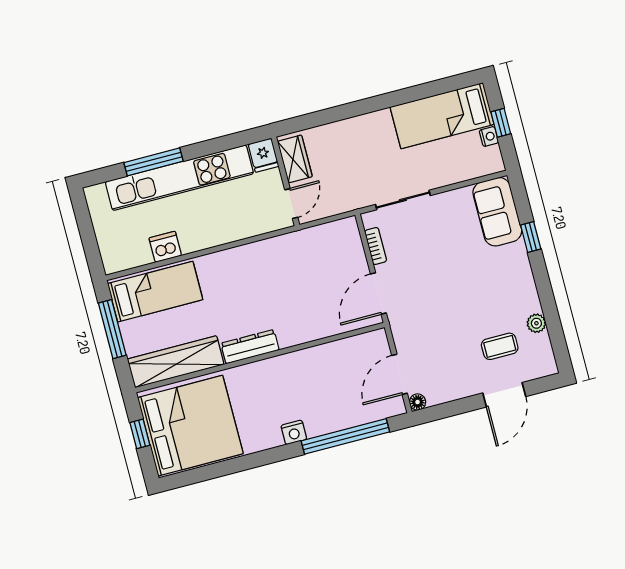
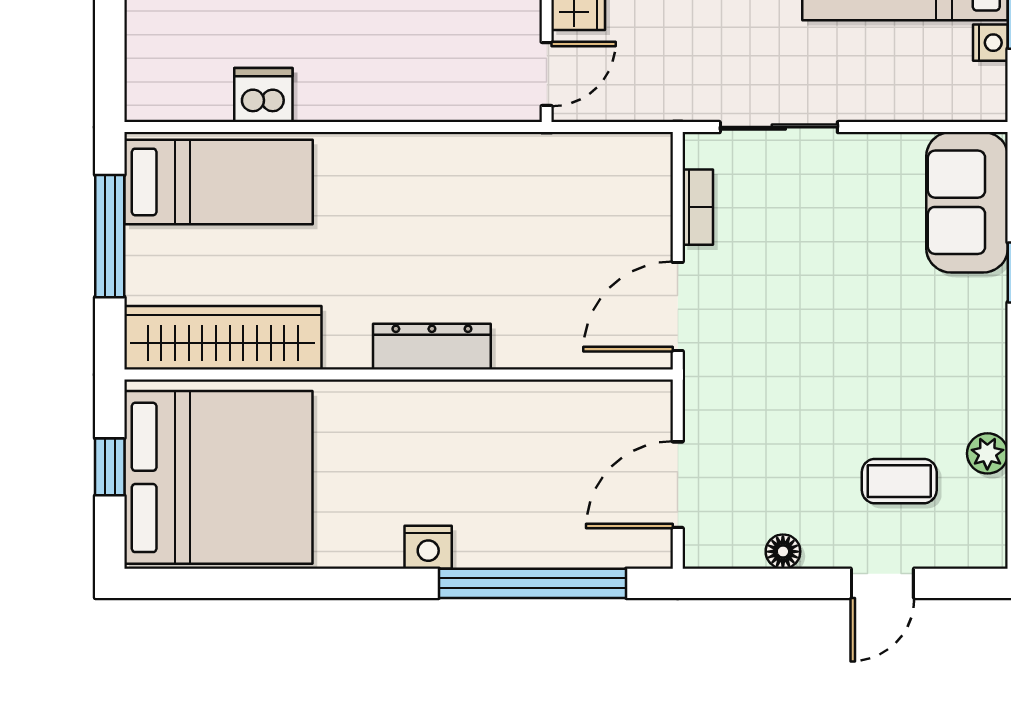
dresser: (250, 347) -> (432, 347), moved
door: (504, 395) -> (882, 583), width x0.73
floor lamp: (418, 402) -> (783, 552), moved

